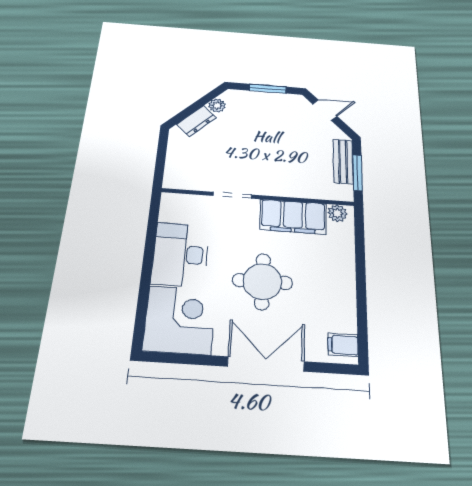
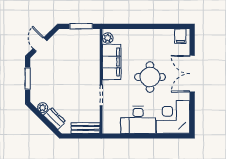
bench: (343, 161) -> (86, 128), moved

